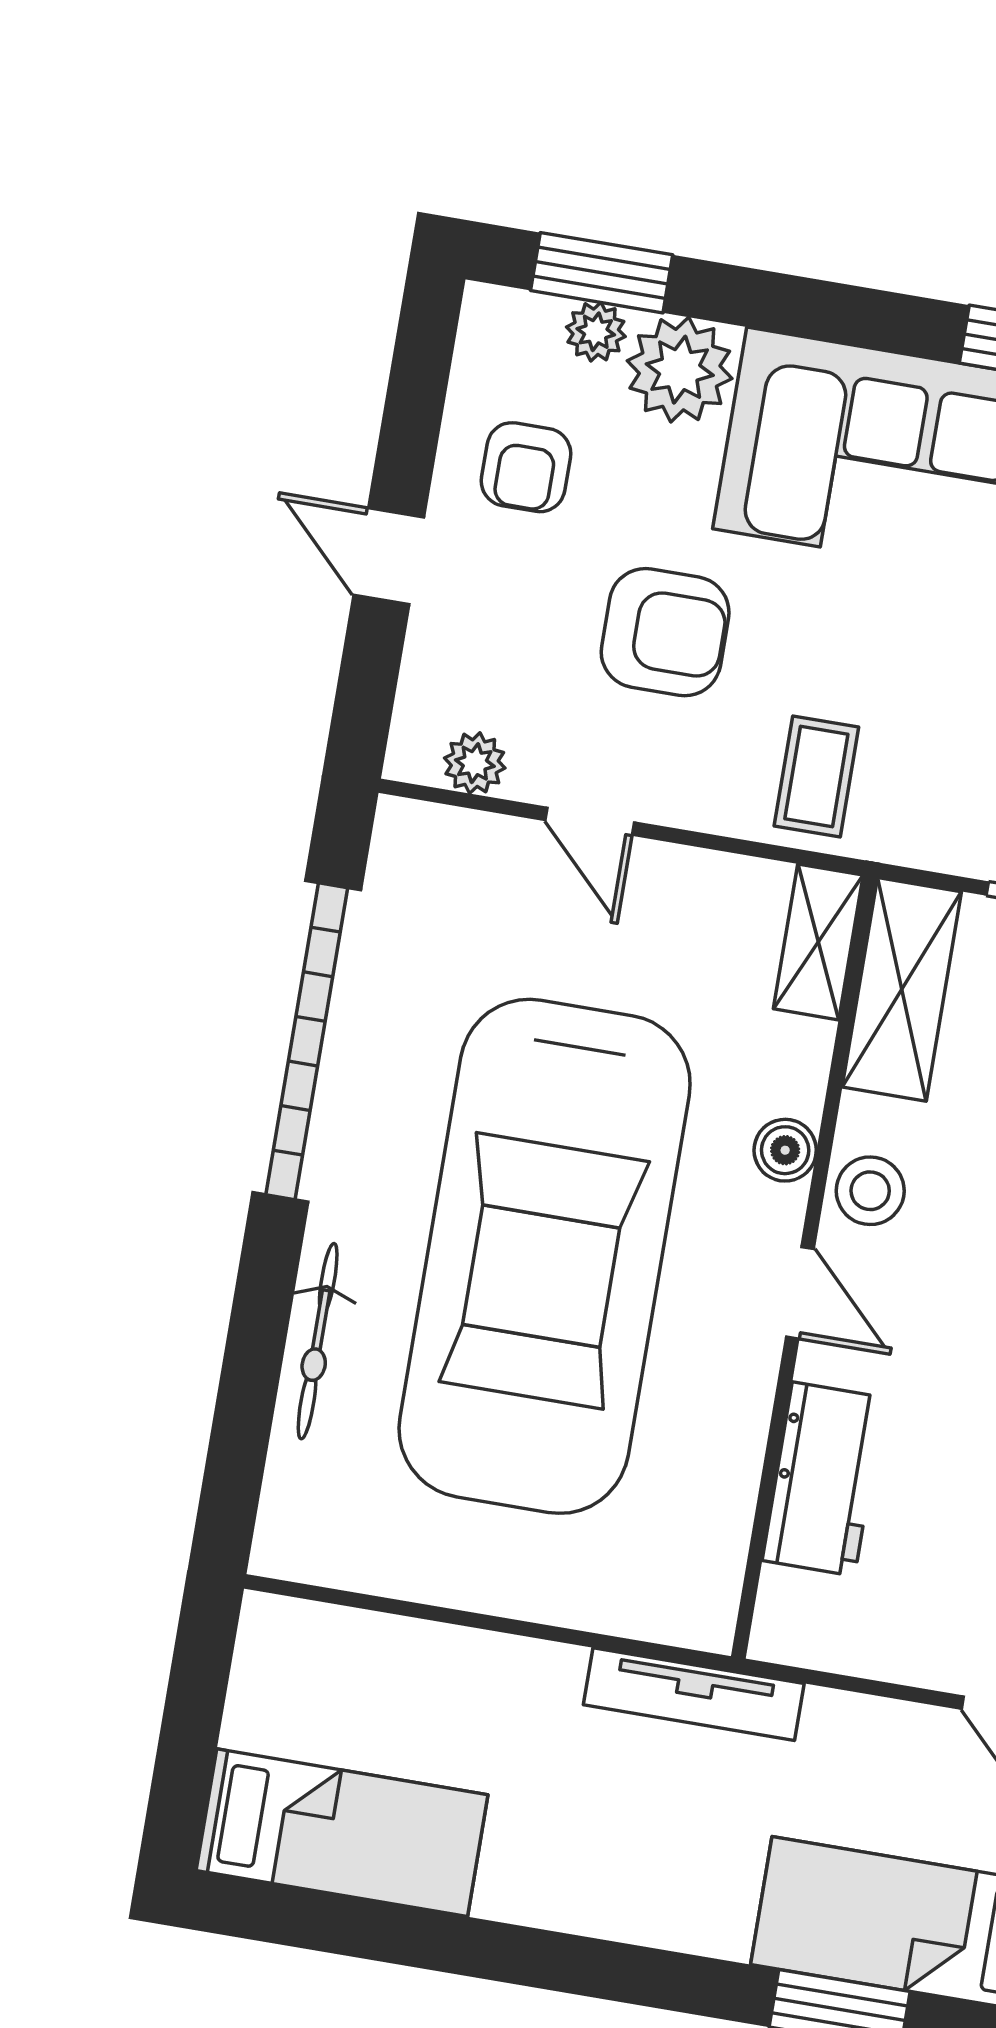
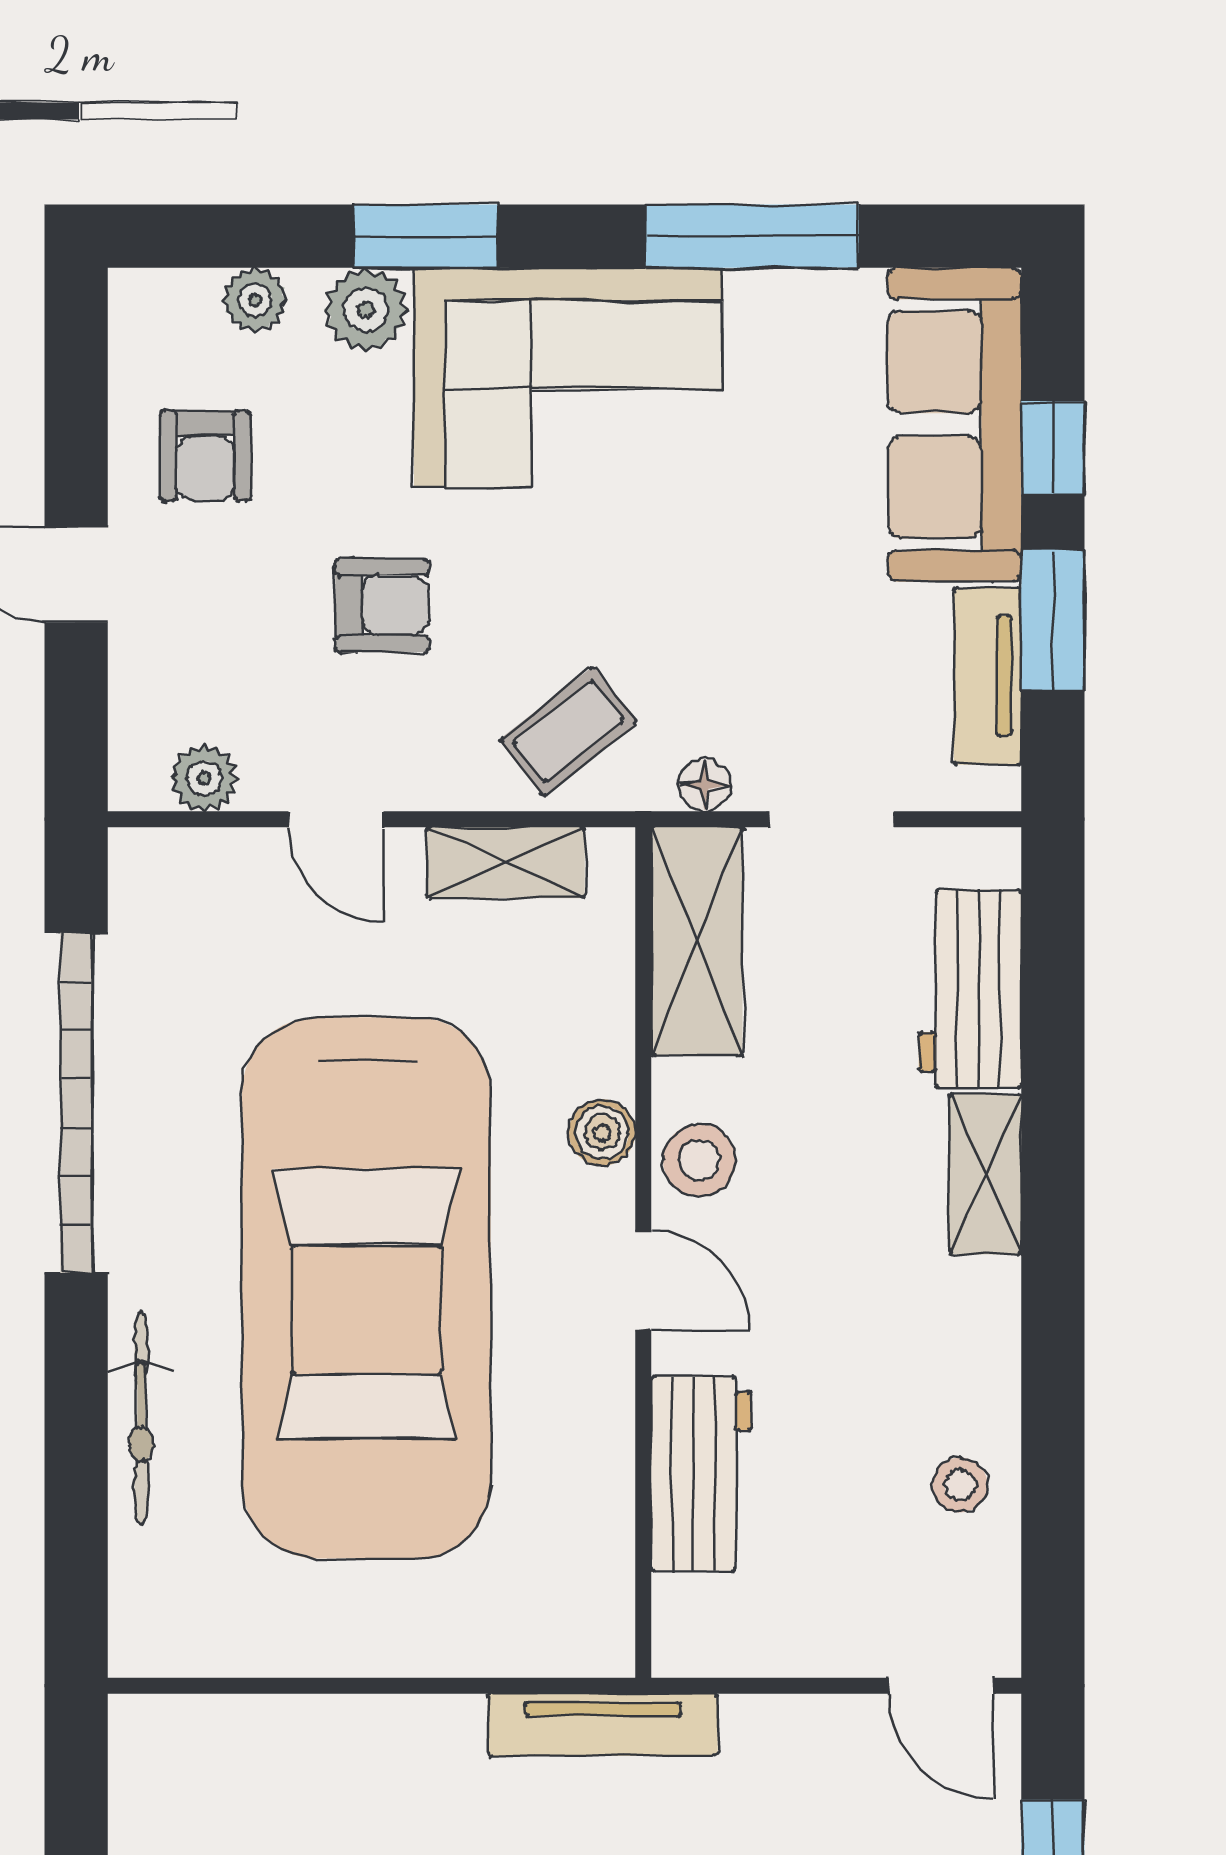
window: (602, 273) -> (426, 236), moved
plant: (680, 370) -> (366, 310), width x0.73, depth x0.73
armchair: (665, 632) -> (382, 605), width x0.72, depth x0.72
coffee table: (816, 776) -> (568, 731), turned 52
floor lamp: (933, 847) -> (704, 785), added
shelving: (818, 942) -> (506, 863), moved, turned 90

